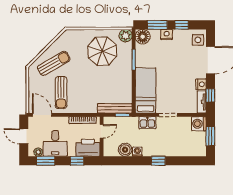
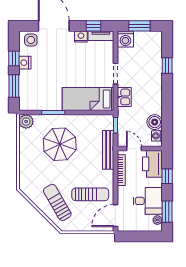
nightstand: (167, 35) -> (25, 63), moved
floor lamp: (143, 37) -> (27, 102), removed
parasol: (102, 51) -> (60, 144), moved
bench: (115, 108) -> (108, 150), moved
door: (24, 136) -> (140, 236), removed
washing machine: (137, 152) -> (157, 136), moved
window: (158, 161) -> (167, 66), moved

